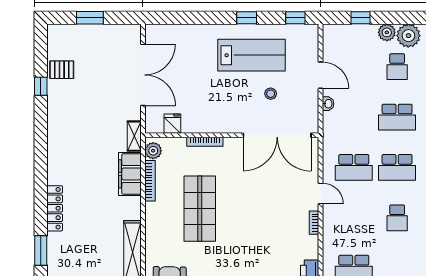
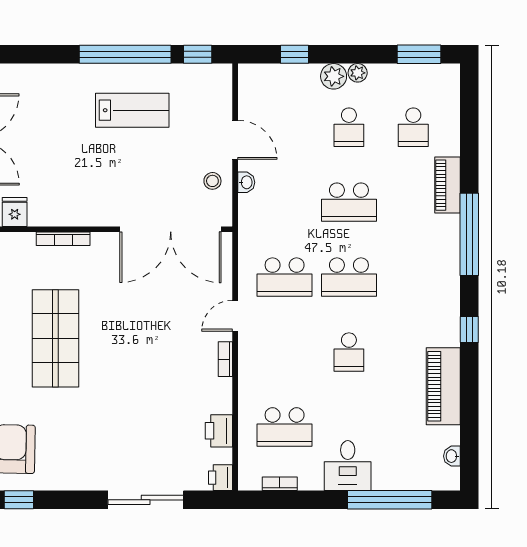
window: (247, 18) -> (125, 54), width x3.17
plant: (408, 36) -> (358, 73), width x0.53, depth x0.53
lab bench: (251, 55) -> (132, 110), width x0.73, depth x0.72
stool: (271, 94) -> (212, 181), moved
door: (321, 193) -> (235, 316), swing flipped

